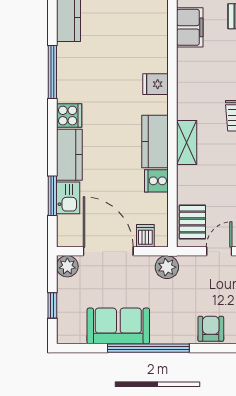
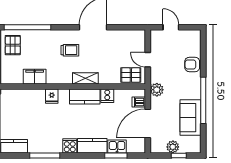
filing cabinet: (190, 27) -> (35, 77), moved
plant: (67, 266) -> (173, 147), moved

